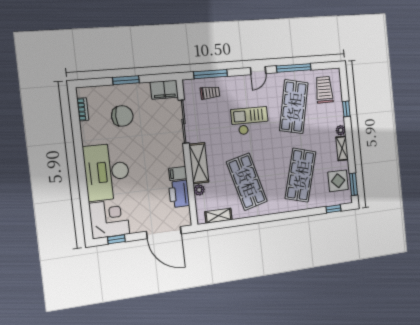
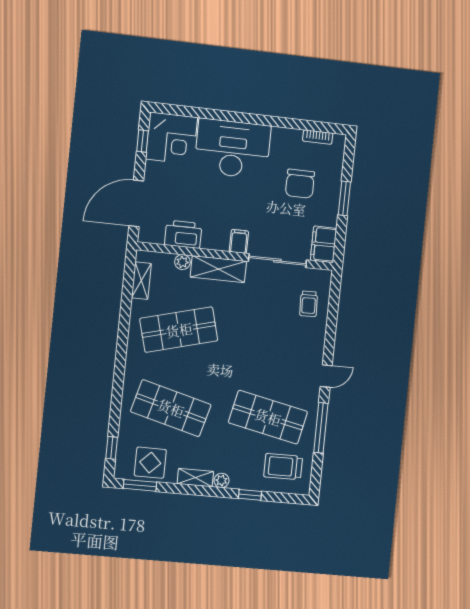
door: (258, 71) -> (326, 376), swing flipped
window: (211, 74) -> (333, 310), removed
trolley: (324, 90) -> (283, 467), turned 180
checkout: (250, 121) -> (261, 351), removed
filing cabinet: (178, 173) -> (239, 241), moved

